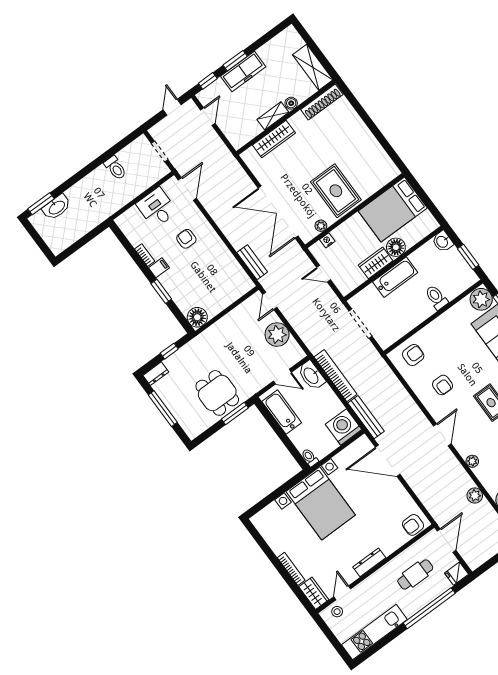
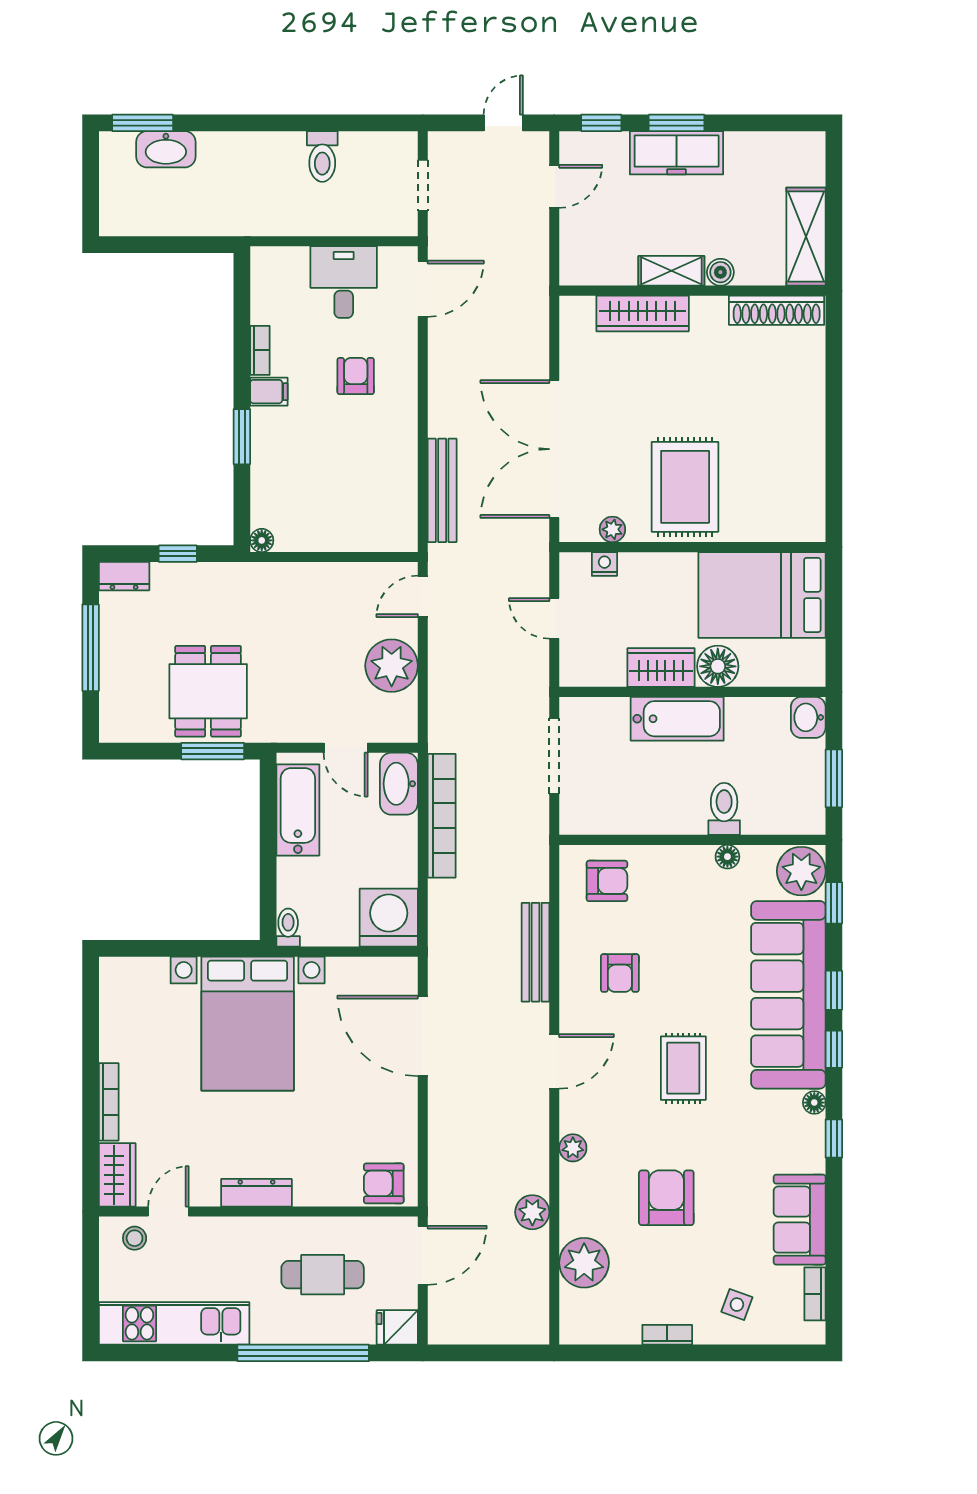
bench: (252, 262) -> (442, 490), width x1.36
floor lamp: (450, 314) -> (727, 857), added
floor lamp: (197, 317) -> (262, 540), width x0.53, depth x0.53
bench: (366, 417) -> (536, 952), moved

